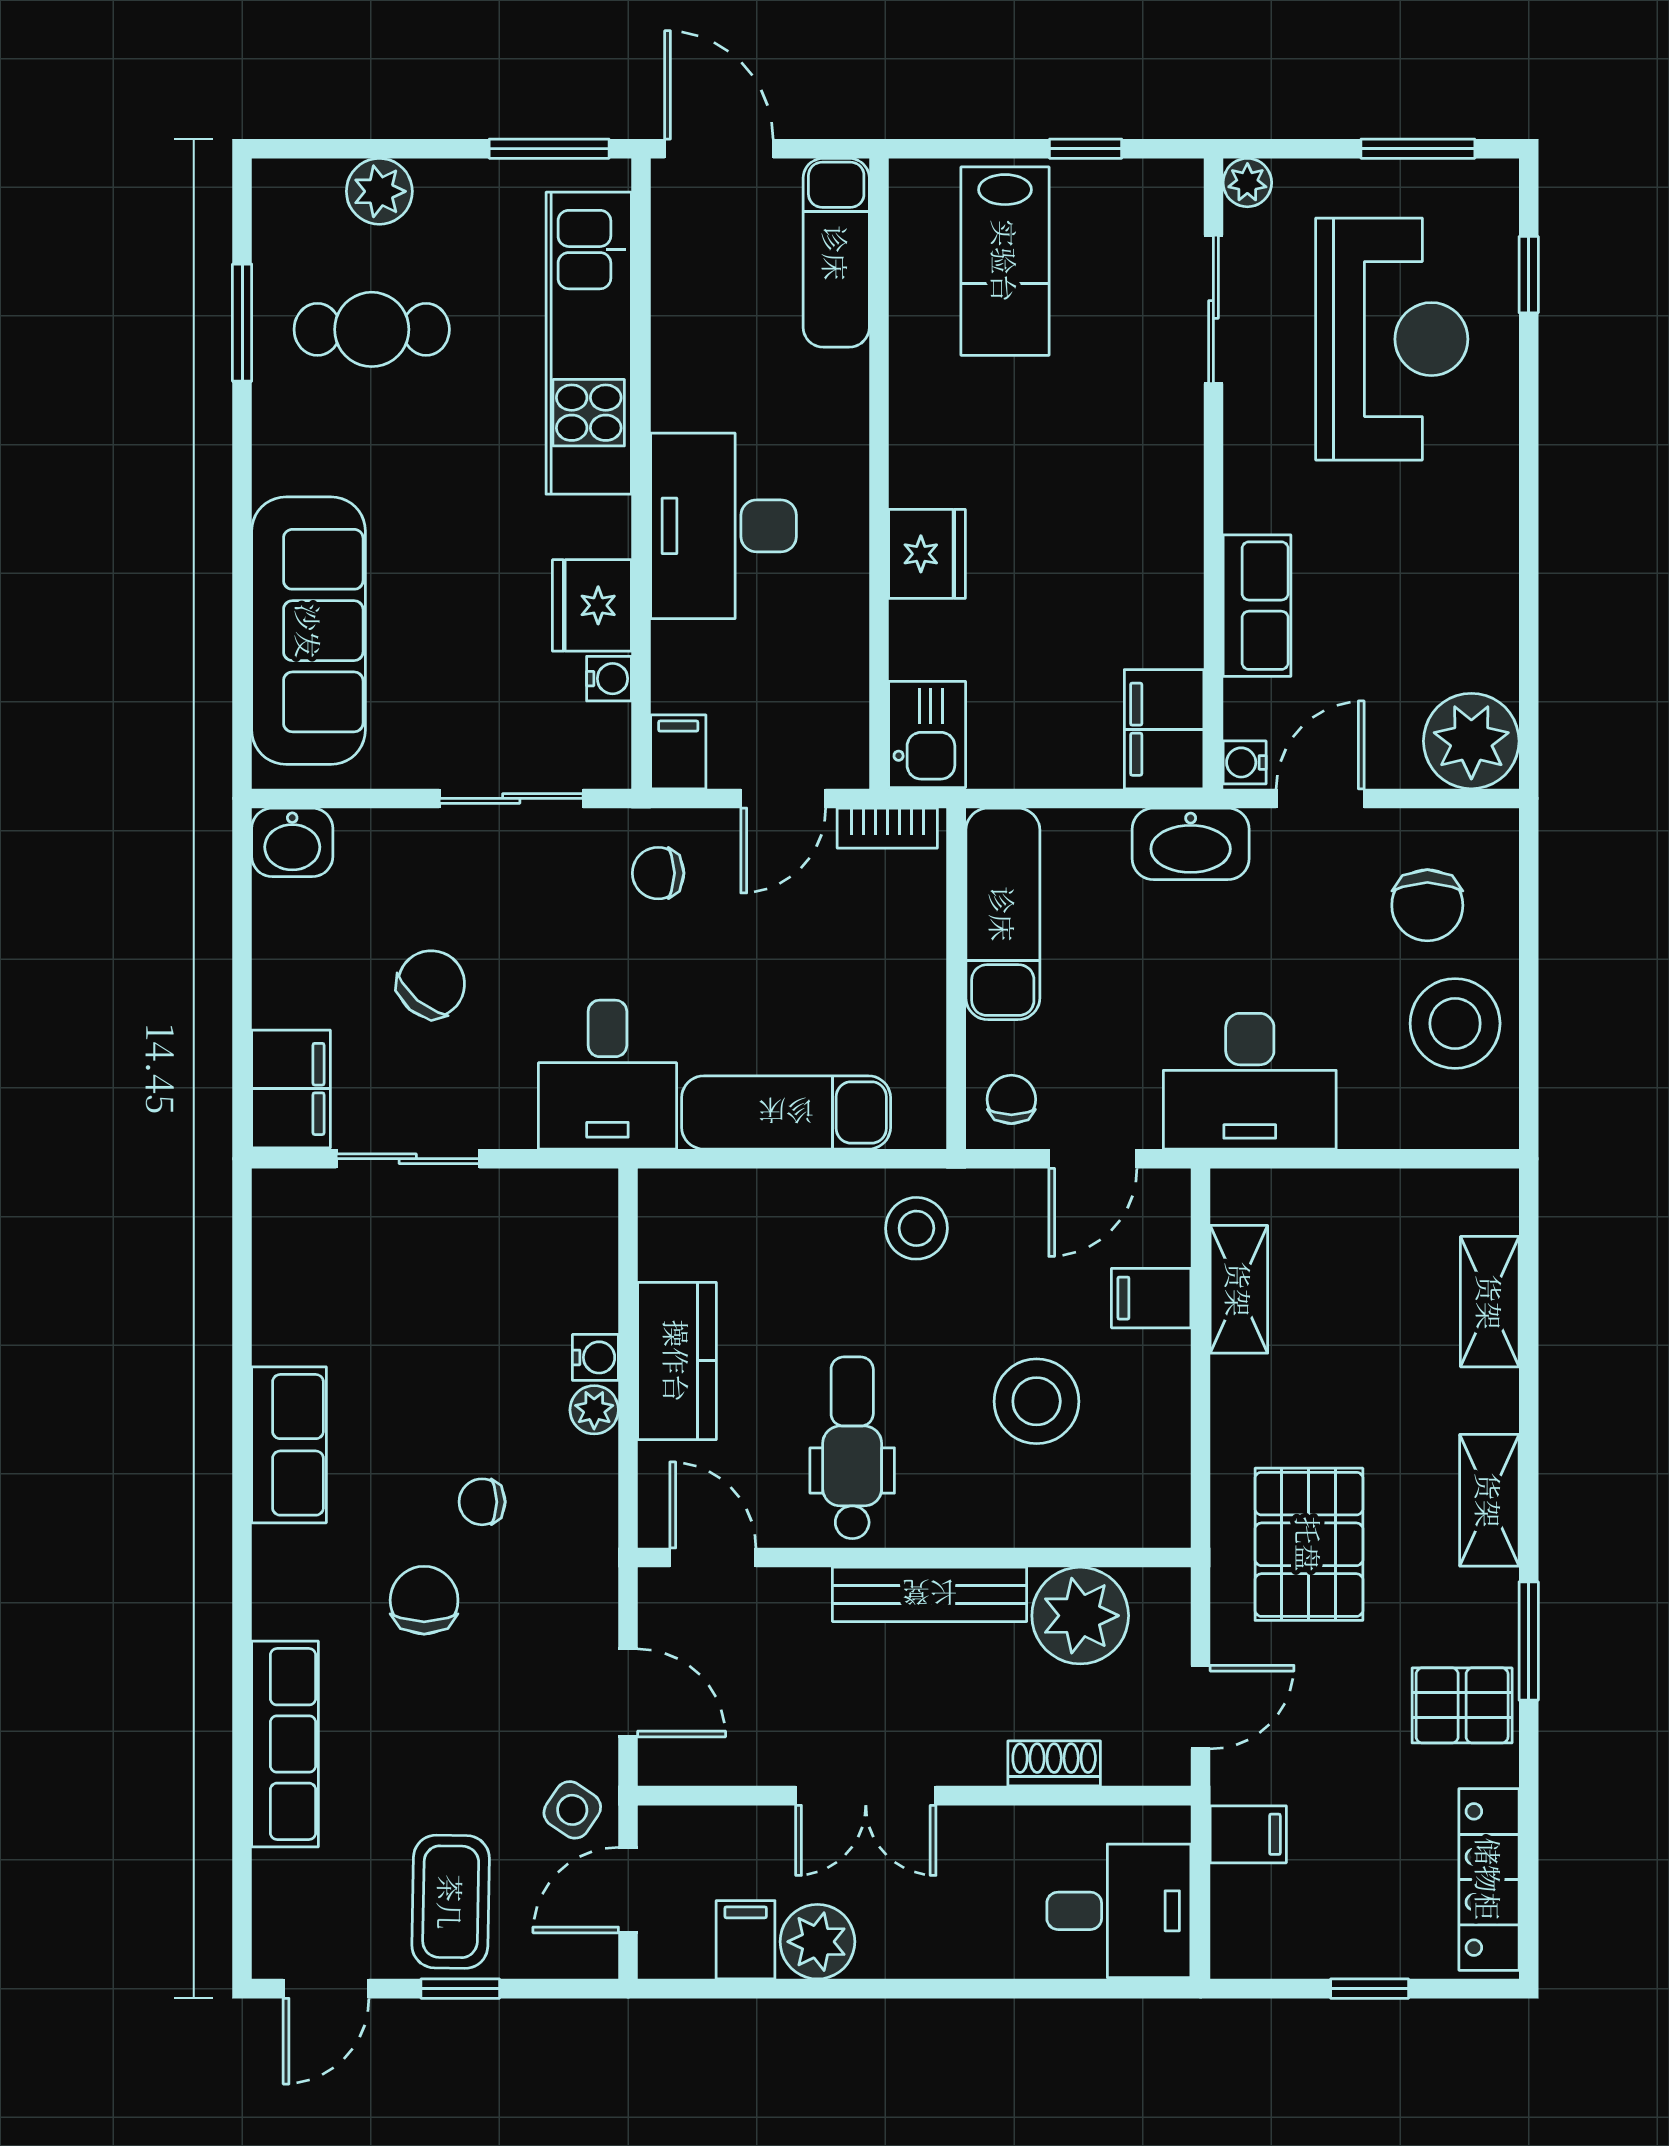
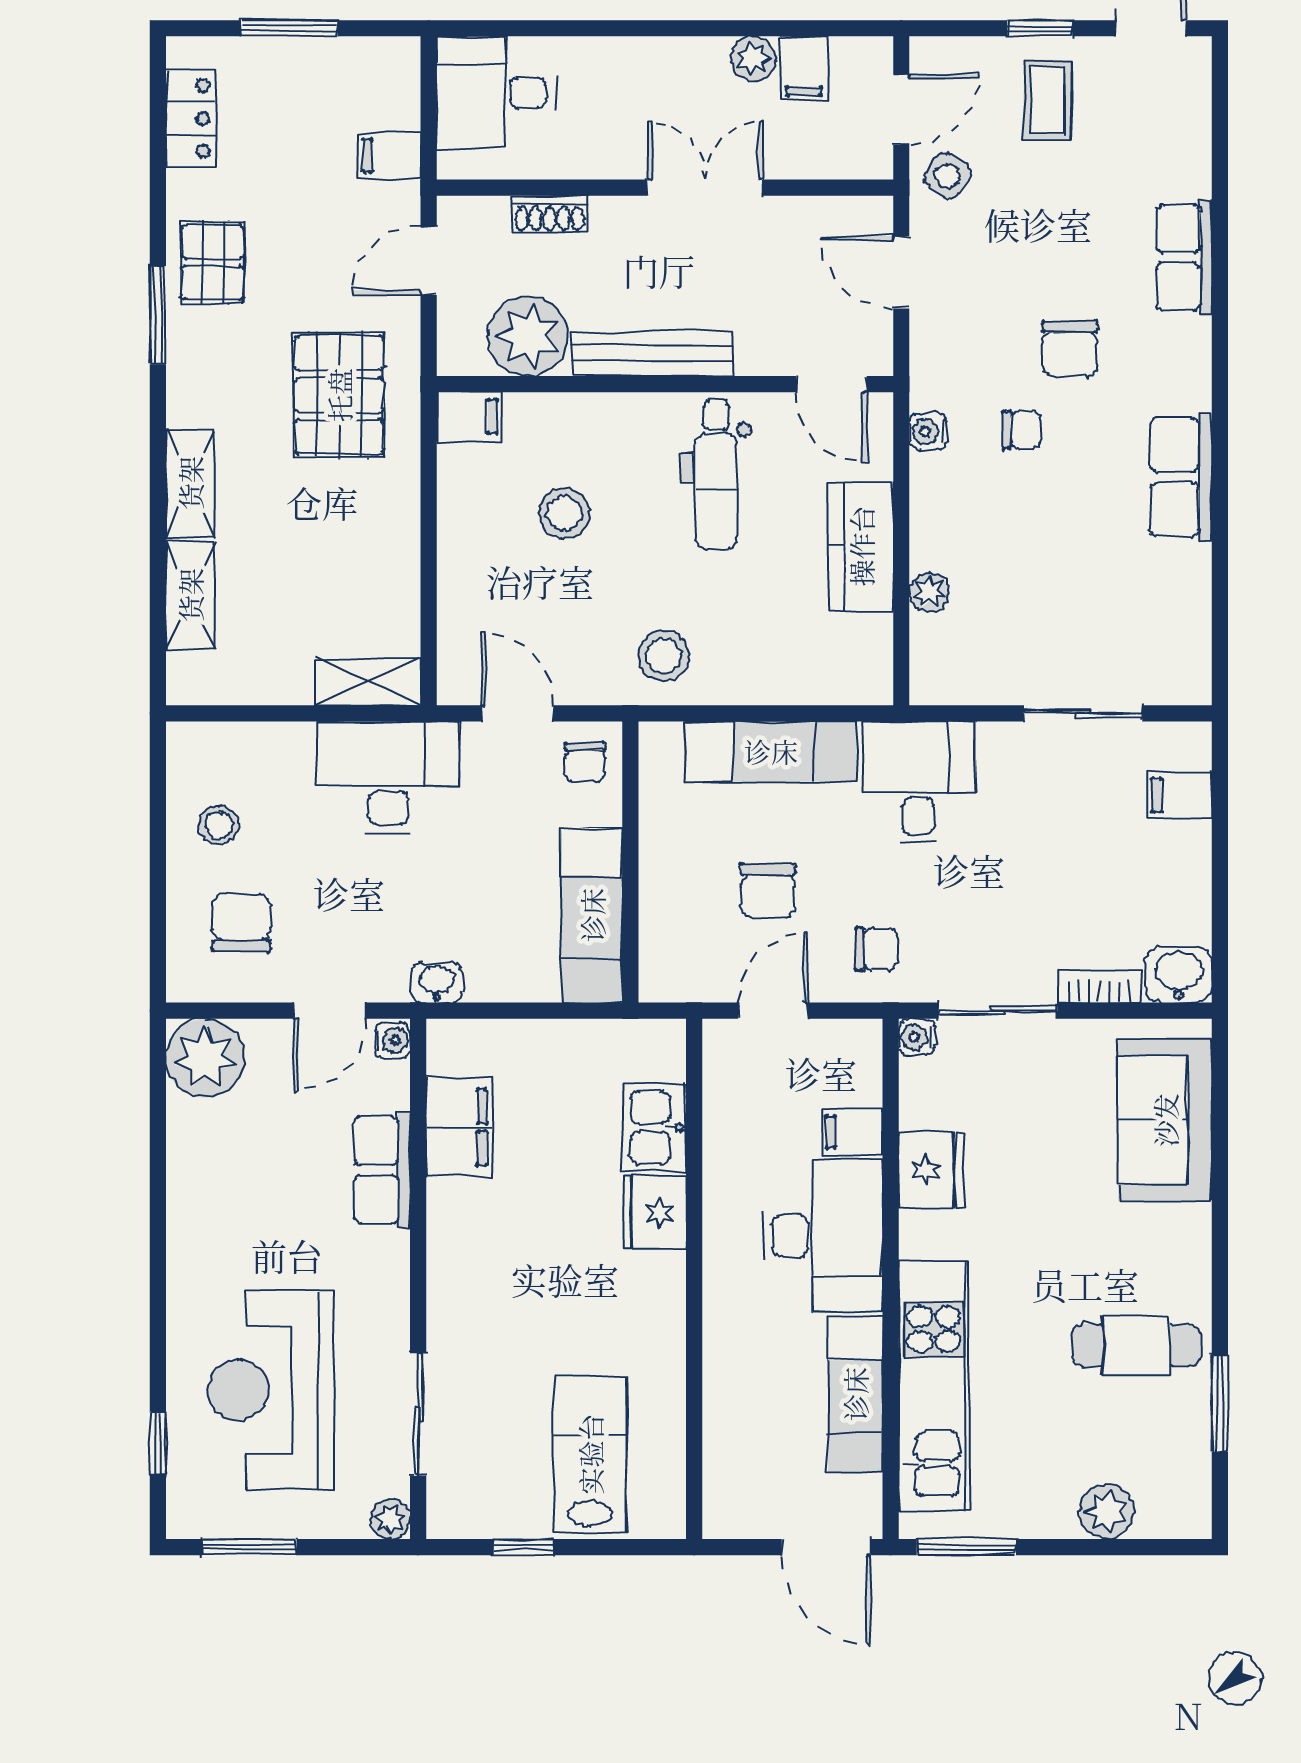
exam couch: (836, 253) -> (855, 1394), moved, turned 180
cafe table: (372, 329) -> (1136, 1346), moved
sofa: (309, 631) -> (1165, 1120), width x0.73
water cooler: (609, 679) -> (917, 1037), moved
filing cabinet: (1164, 729) -> (459, 1127), moved
kitchen sink: (927, 734) -> (654, 1128), moved
filing cabinet: (678, 752) -> (852, 1132), moved, turned 90
bookcase: (887, 828) -> (1099, 986), moved
washbasin: (1191, 844) -> (437, 982), width x0.52, depth x0.69
chair: (431, 984) -> (768, 891), moved, turned -40
stool: (1455, 1023) -> (219, 825), width x0.53, depth x0.53
filing cabinet: (291, 1089) -> (1179, 795), width x0.50
door: (1093, 1159) -> (518, 713), hinge flipped
shelving: (1239, 1289) -> (368, 682), moved, turned 90
filing cabinet: (1151, 1298) -> (469, 417), moved
water cooler: (595, 1357) -> (928, 432), moved
stool: (1037, 1401) -> (564, 513), width x0.73, depth x0.73
plant: (594, 1410) -> (929, 592), moved
shelving: (1489, 1500) -> (190, 483), moved
pallet: (1462, 1705) -> (213, 262), turned 90
row of seats: (285, 1744) -> (1184, 258), width x0.68
locker: (1489, 1879) -> (191, 118), width x0.66
coffee table: (451, 1902) -> (1048, 100), width x0.73, depth x0.77
plant: (817, 1942) -> (753, 59), width x0.73, depth x0.73
window: (1370, 1989) -> (289, 28), width x1.50

